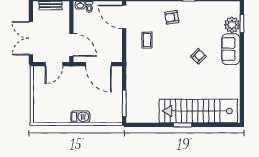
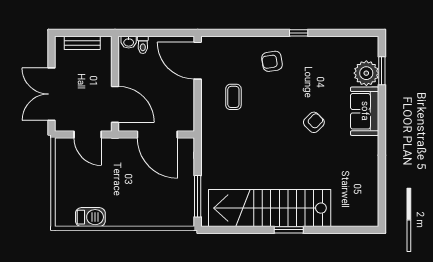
door: (54, 64) -> (88, 135), hinge flipped
stairs: (198, 111) -> (270, 208), moved
barbecue: (80, 117) -> (90, 217), moved

